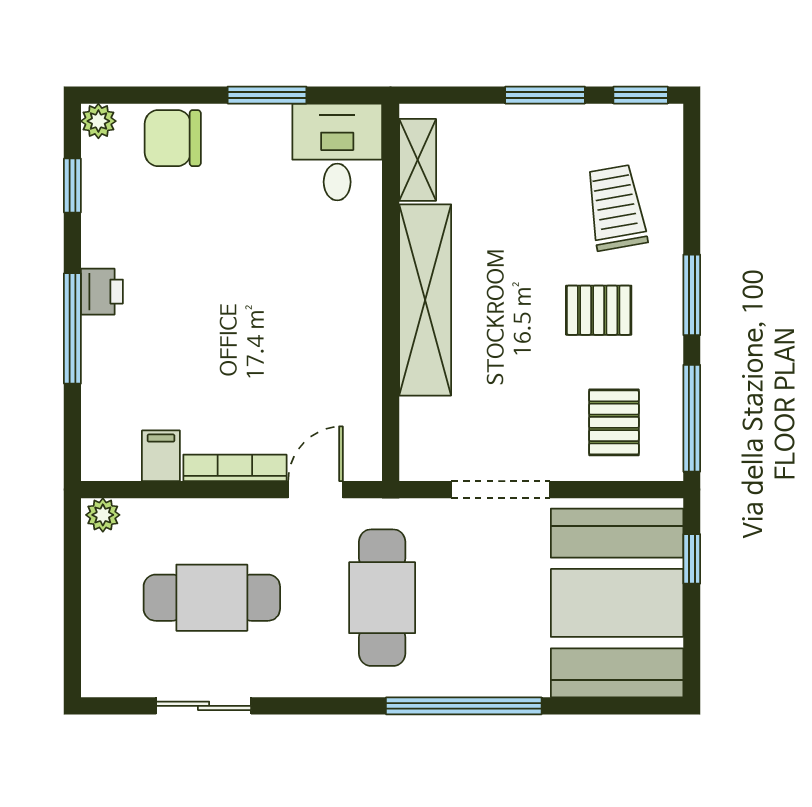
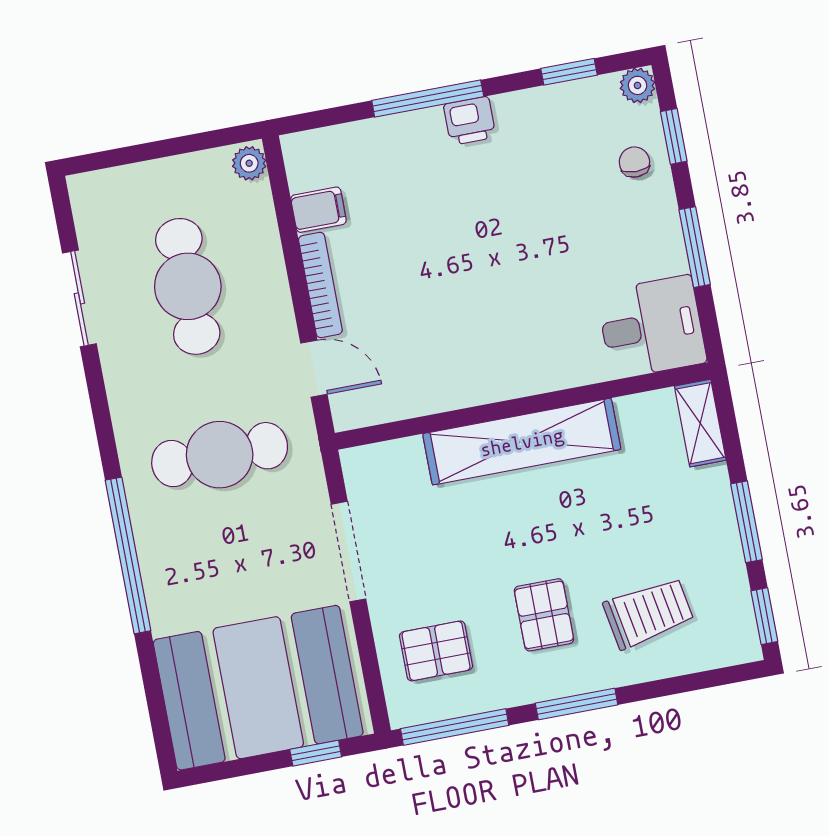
window: (155, 95) -> (674, 136), added
chair: (173, 138) -> (634, 162), width x0.54, depth x0.54
shelving: (418, 160) -> (700, 423), moved, turned 90

